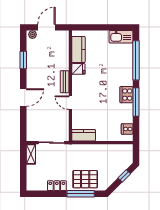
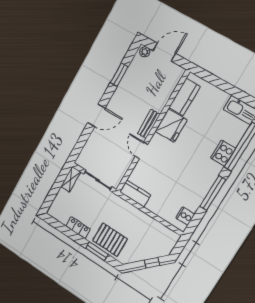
fridge: (78, 69) -> (171, 126), width x1.88, depth x1.34
cooker: (127, 95) -> (223, 153), moved
window: (81, 194) -> (97, 251), width x0.69

